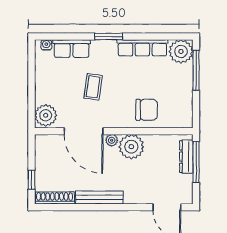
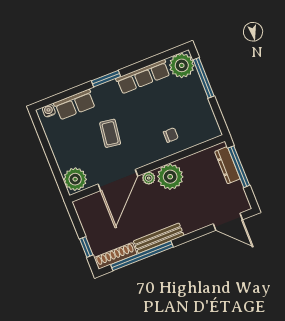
chair: (147, 110) -> (171, 135), width x0.54, depth x0.54
door: (84, 131) -> (118, 180), hinge flipped
window: (78, 207) -> (142, 256), added

